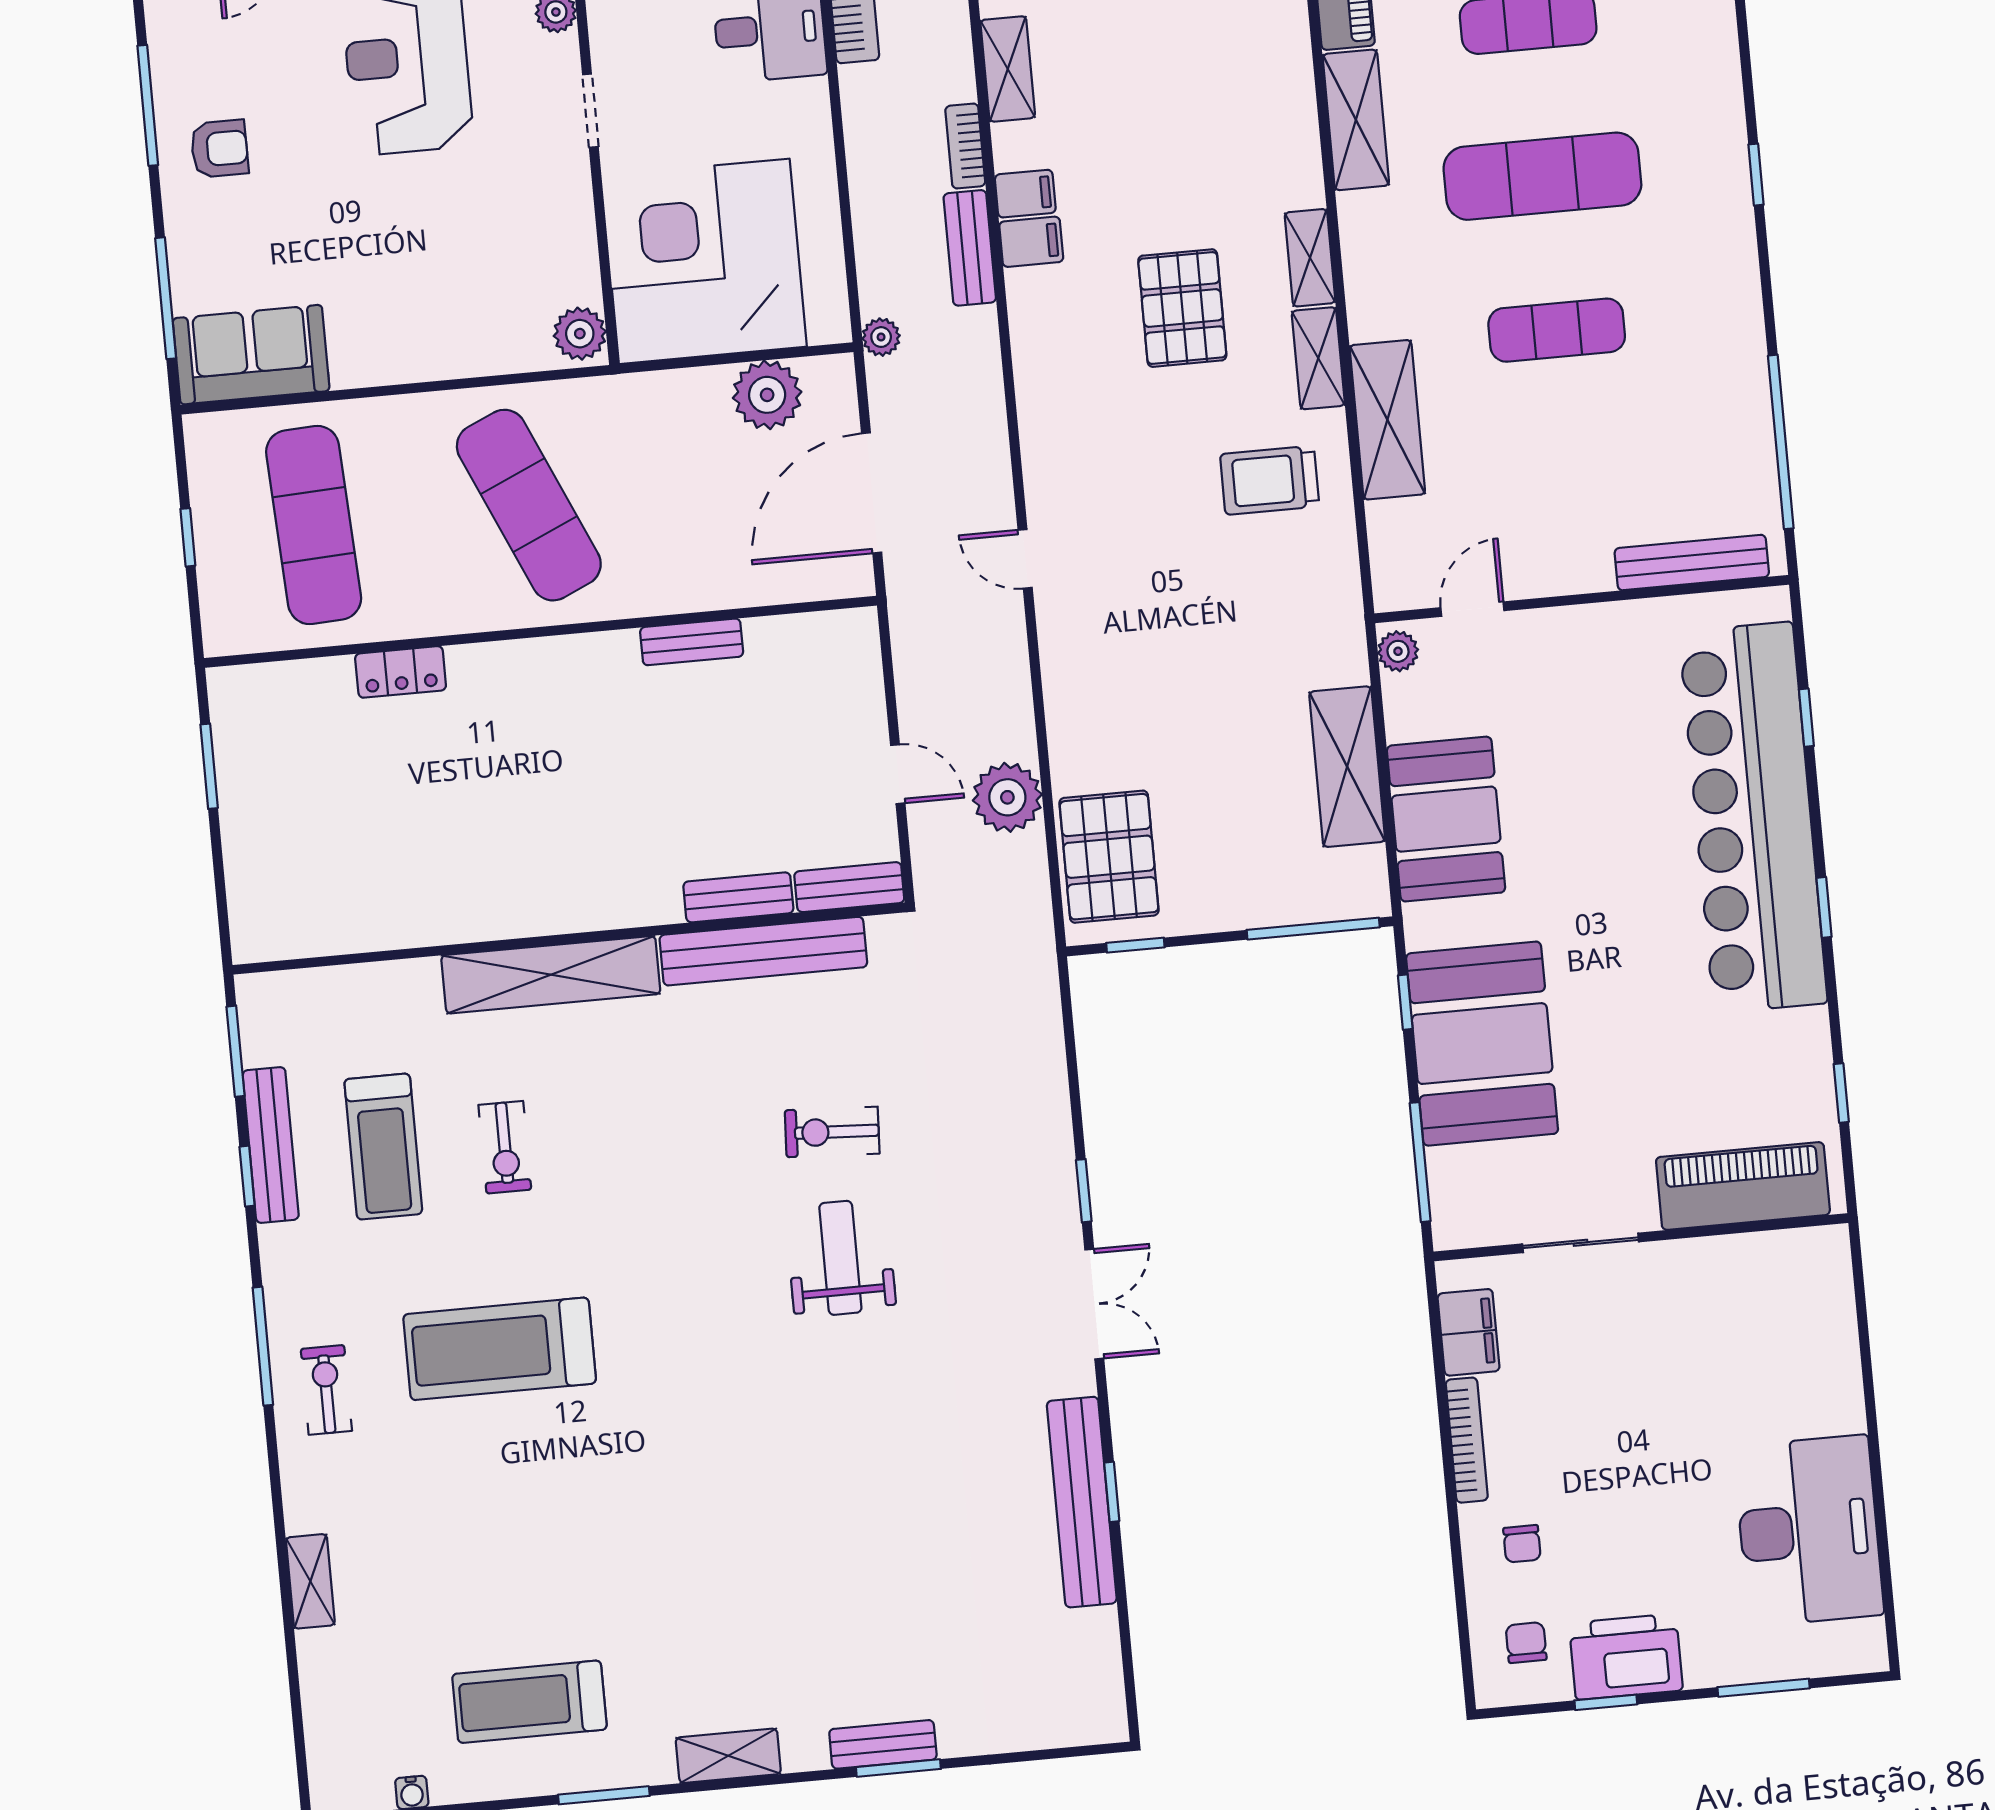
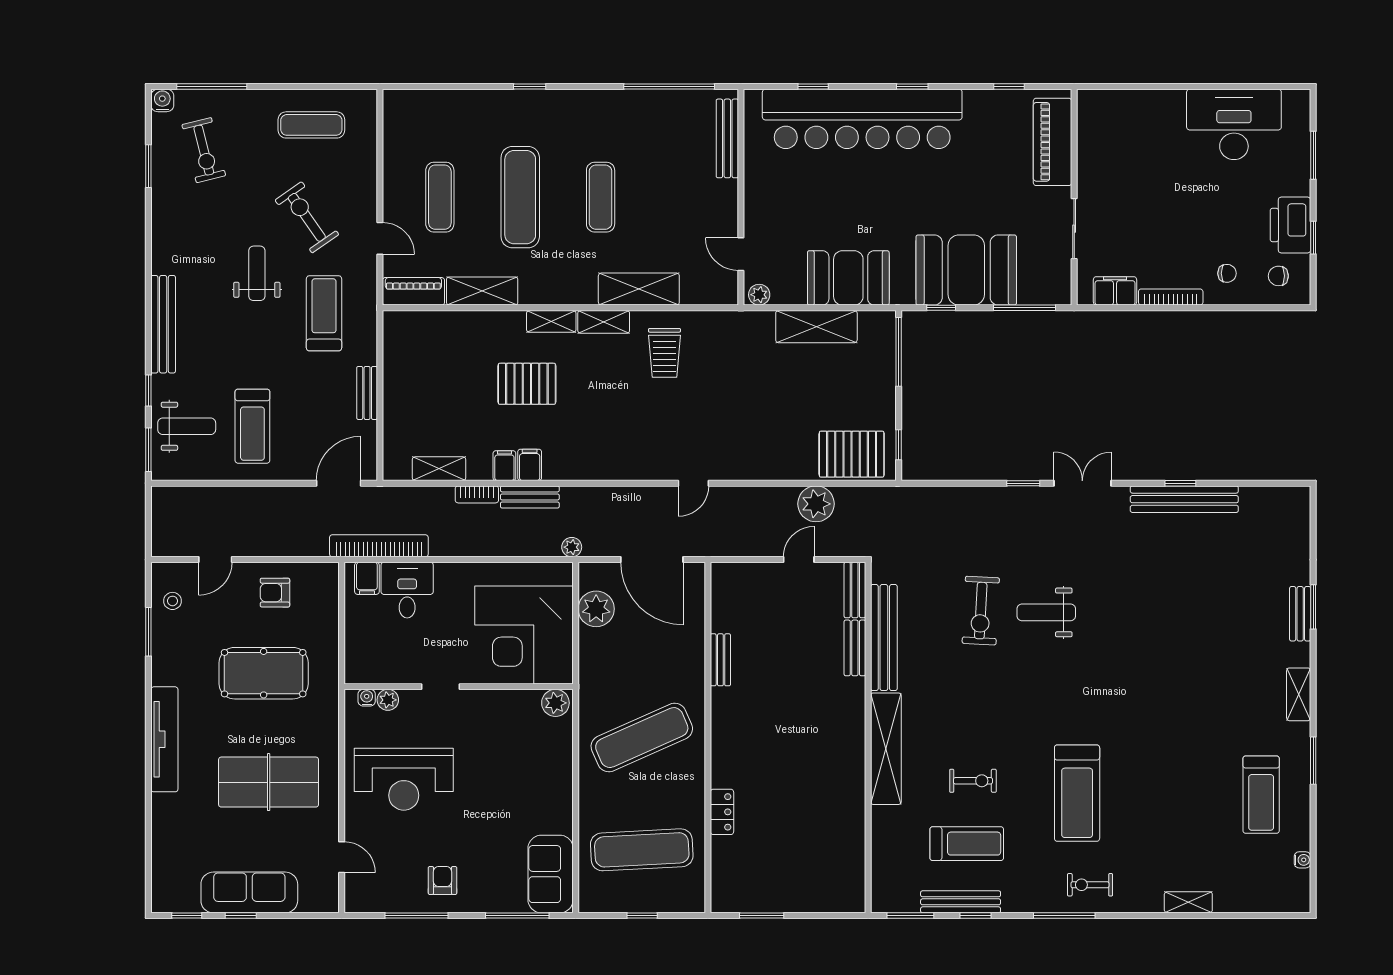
pallet: (1182, 308) -> (527, 384), moved
exercise bike: (832, 1132) -> (981, 611), width x1.38, depth x1.39

